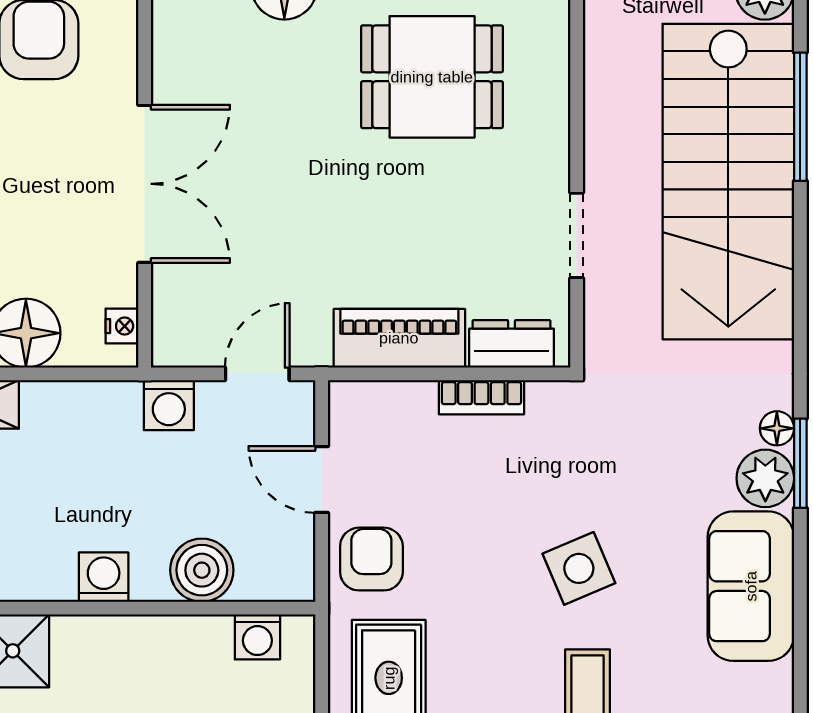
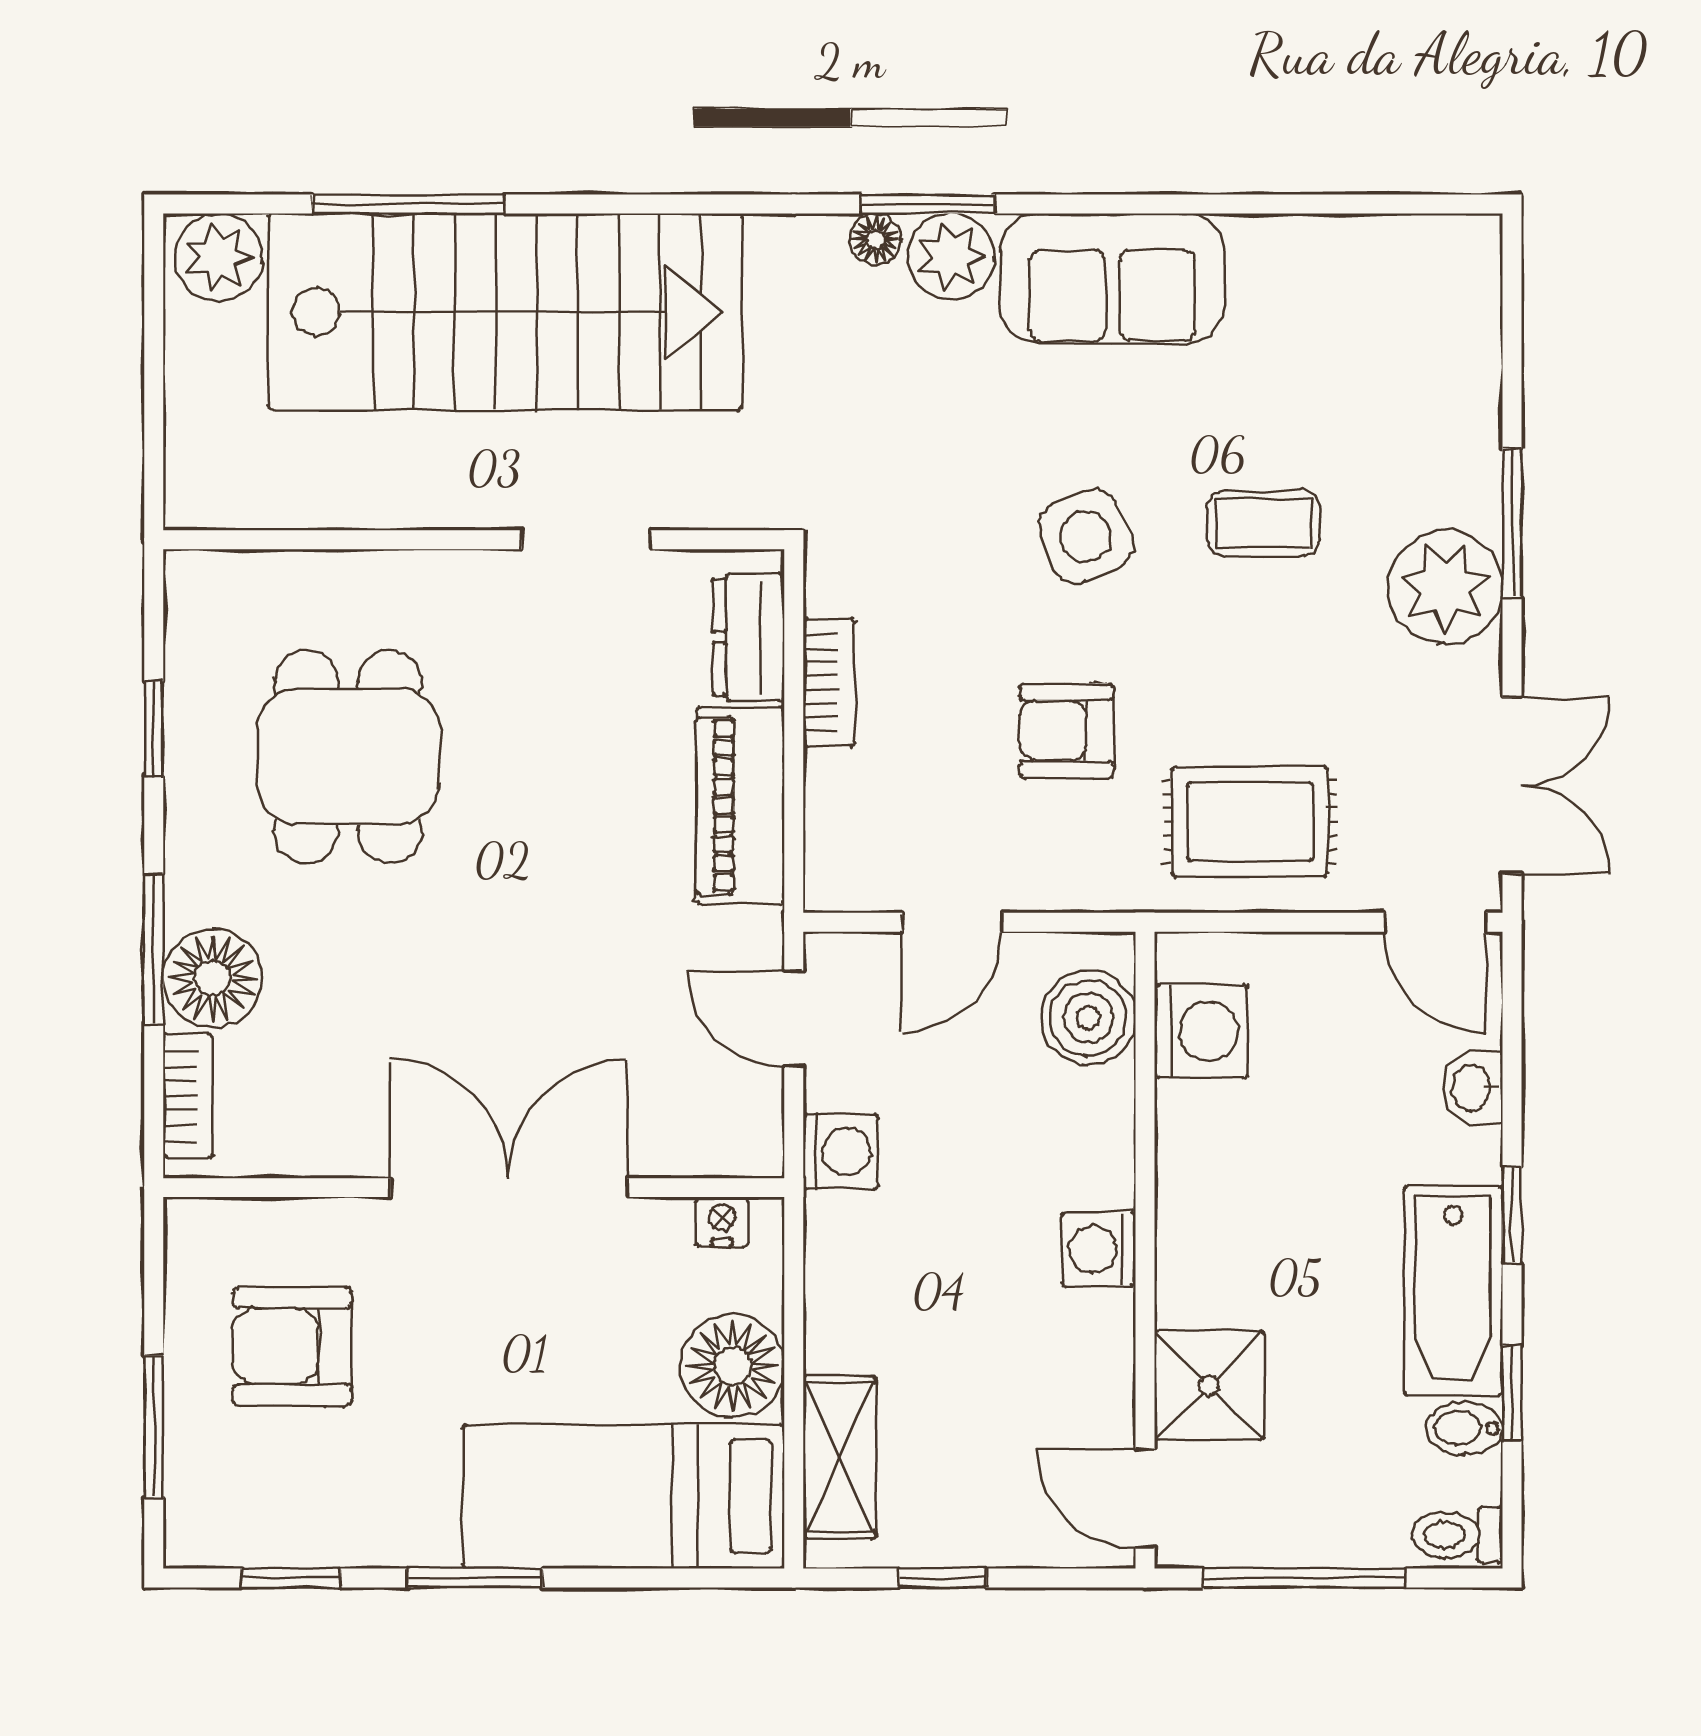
armchair: (371, 559) -> (1066, 731), moved
boiler: (202, 570) -> (1088, 1018), moved
washing machine: (257, 637) -> (1201, 1031), width x1.38, depth x1.38

